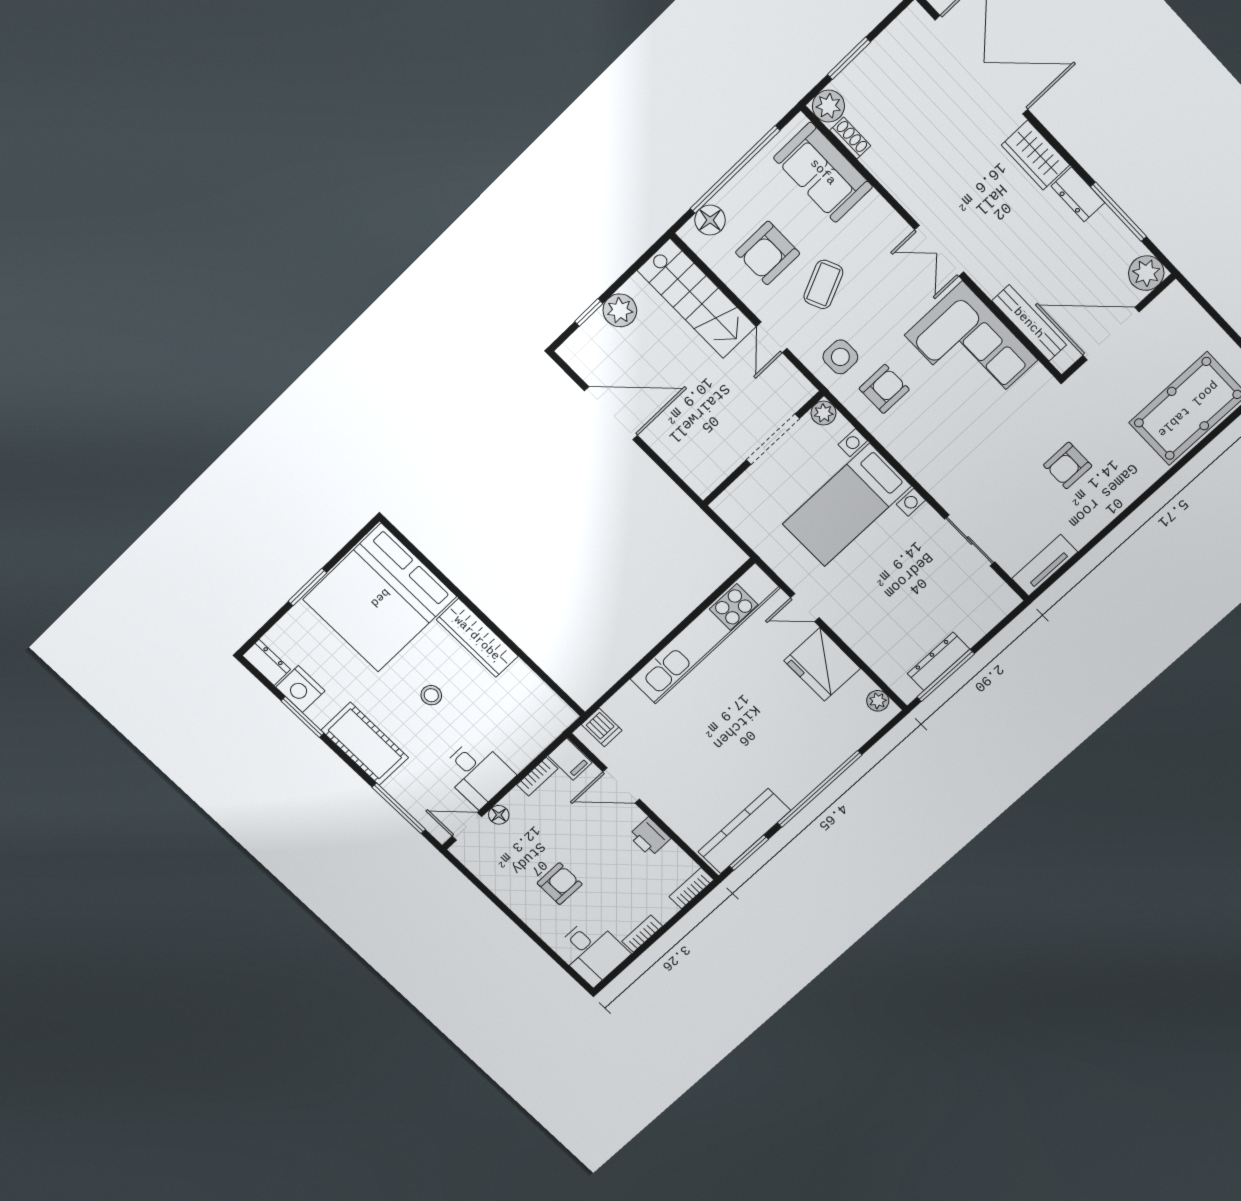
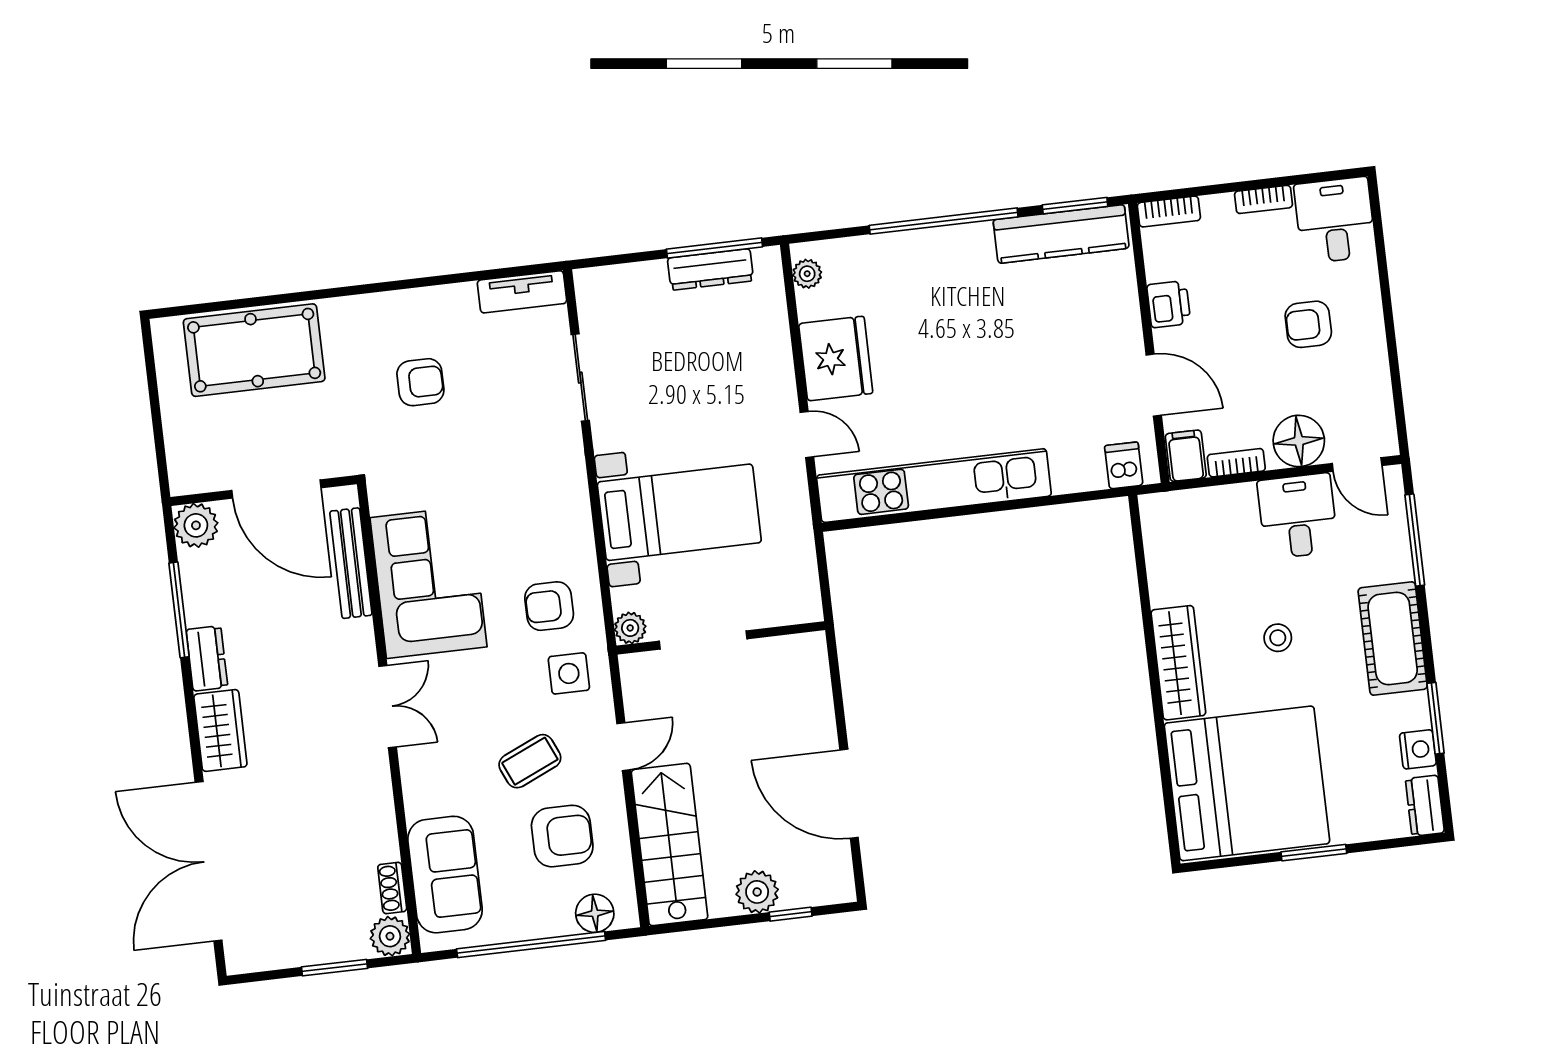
nightstand: (300, 689) -> (1418, 749), width x0.74, depth x0.75
floor lamp: (499, 815) -> (1299, 441), width x1.89, depth x1.89

